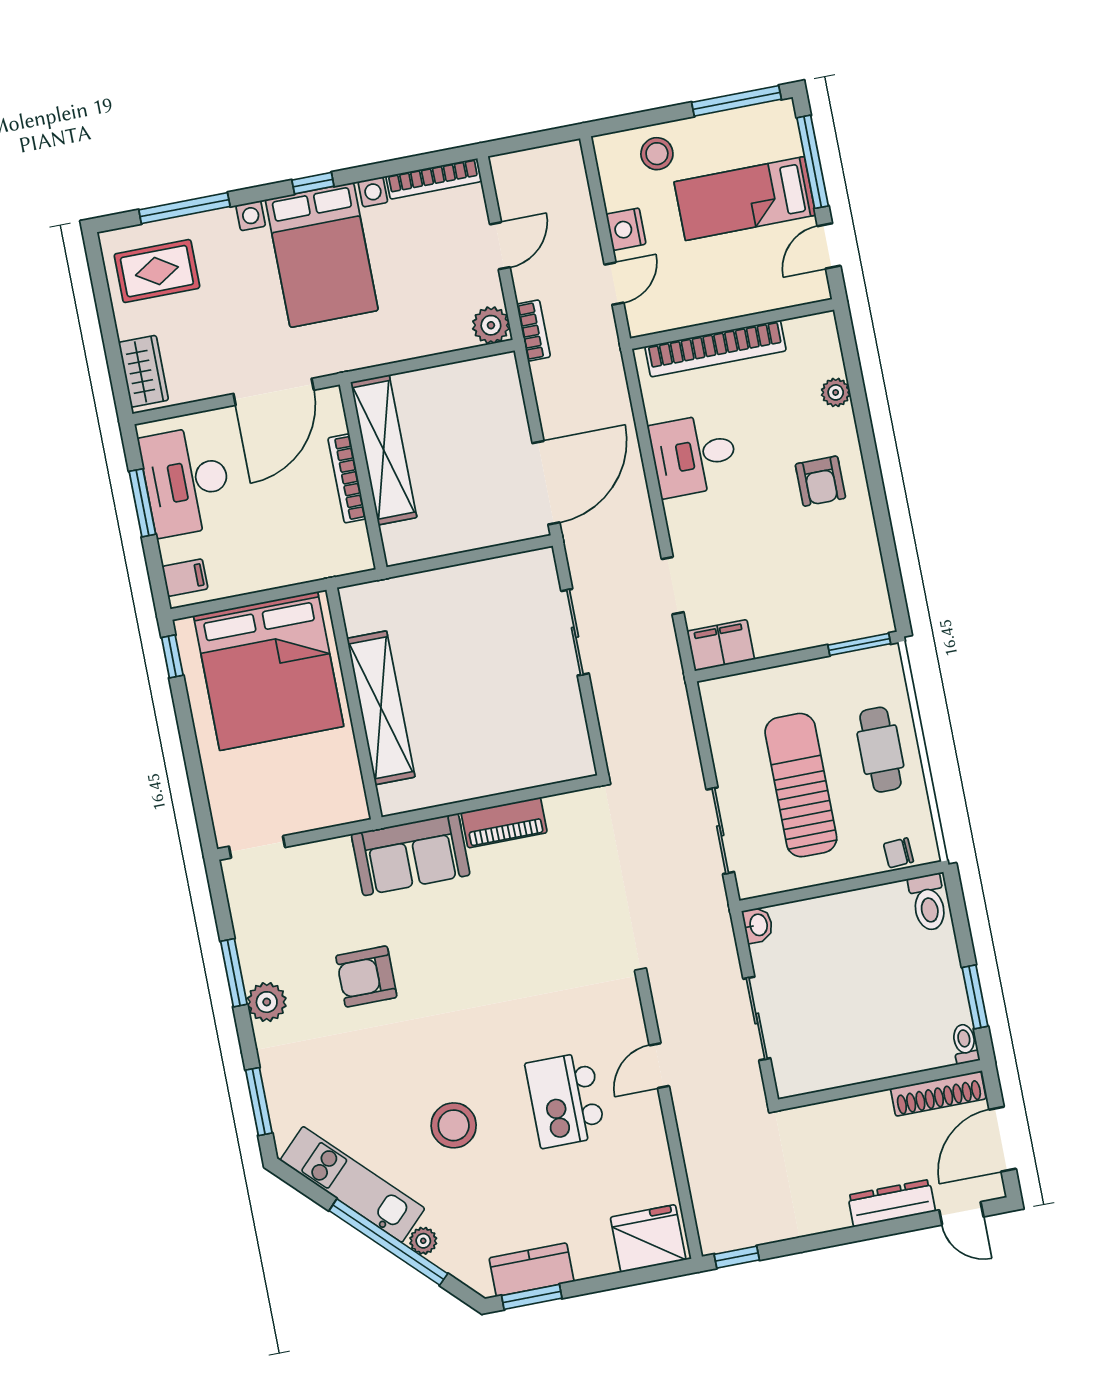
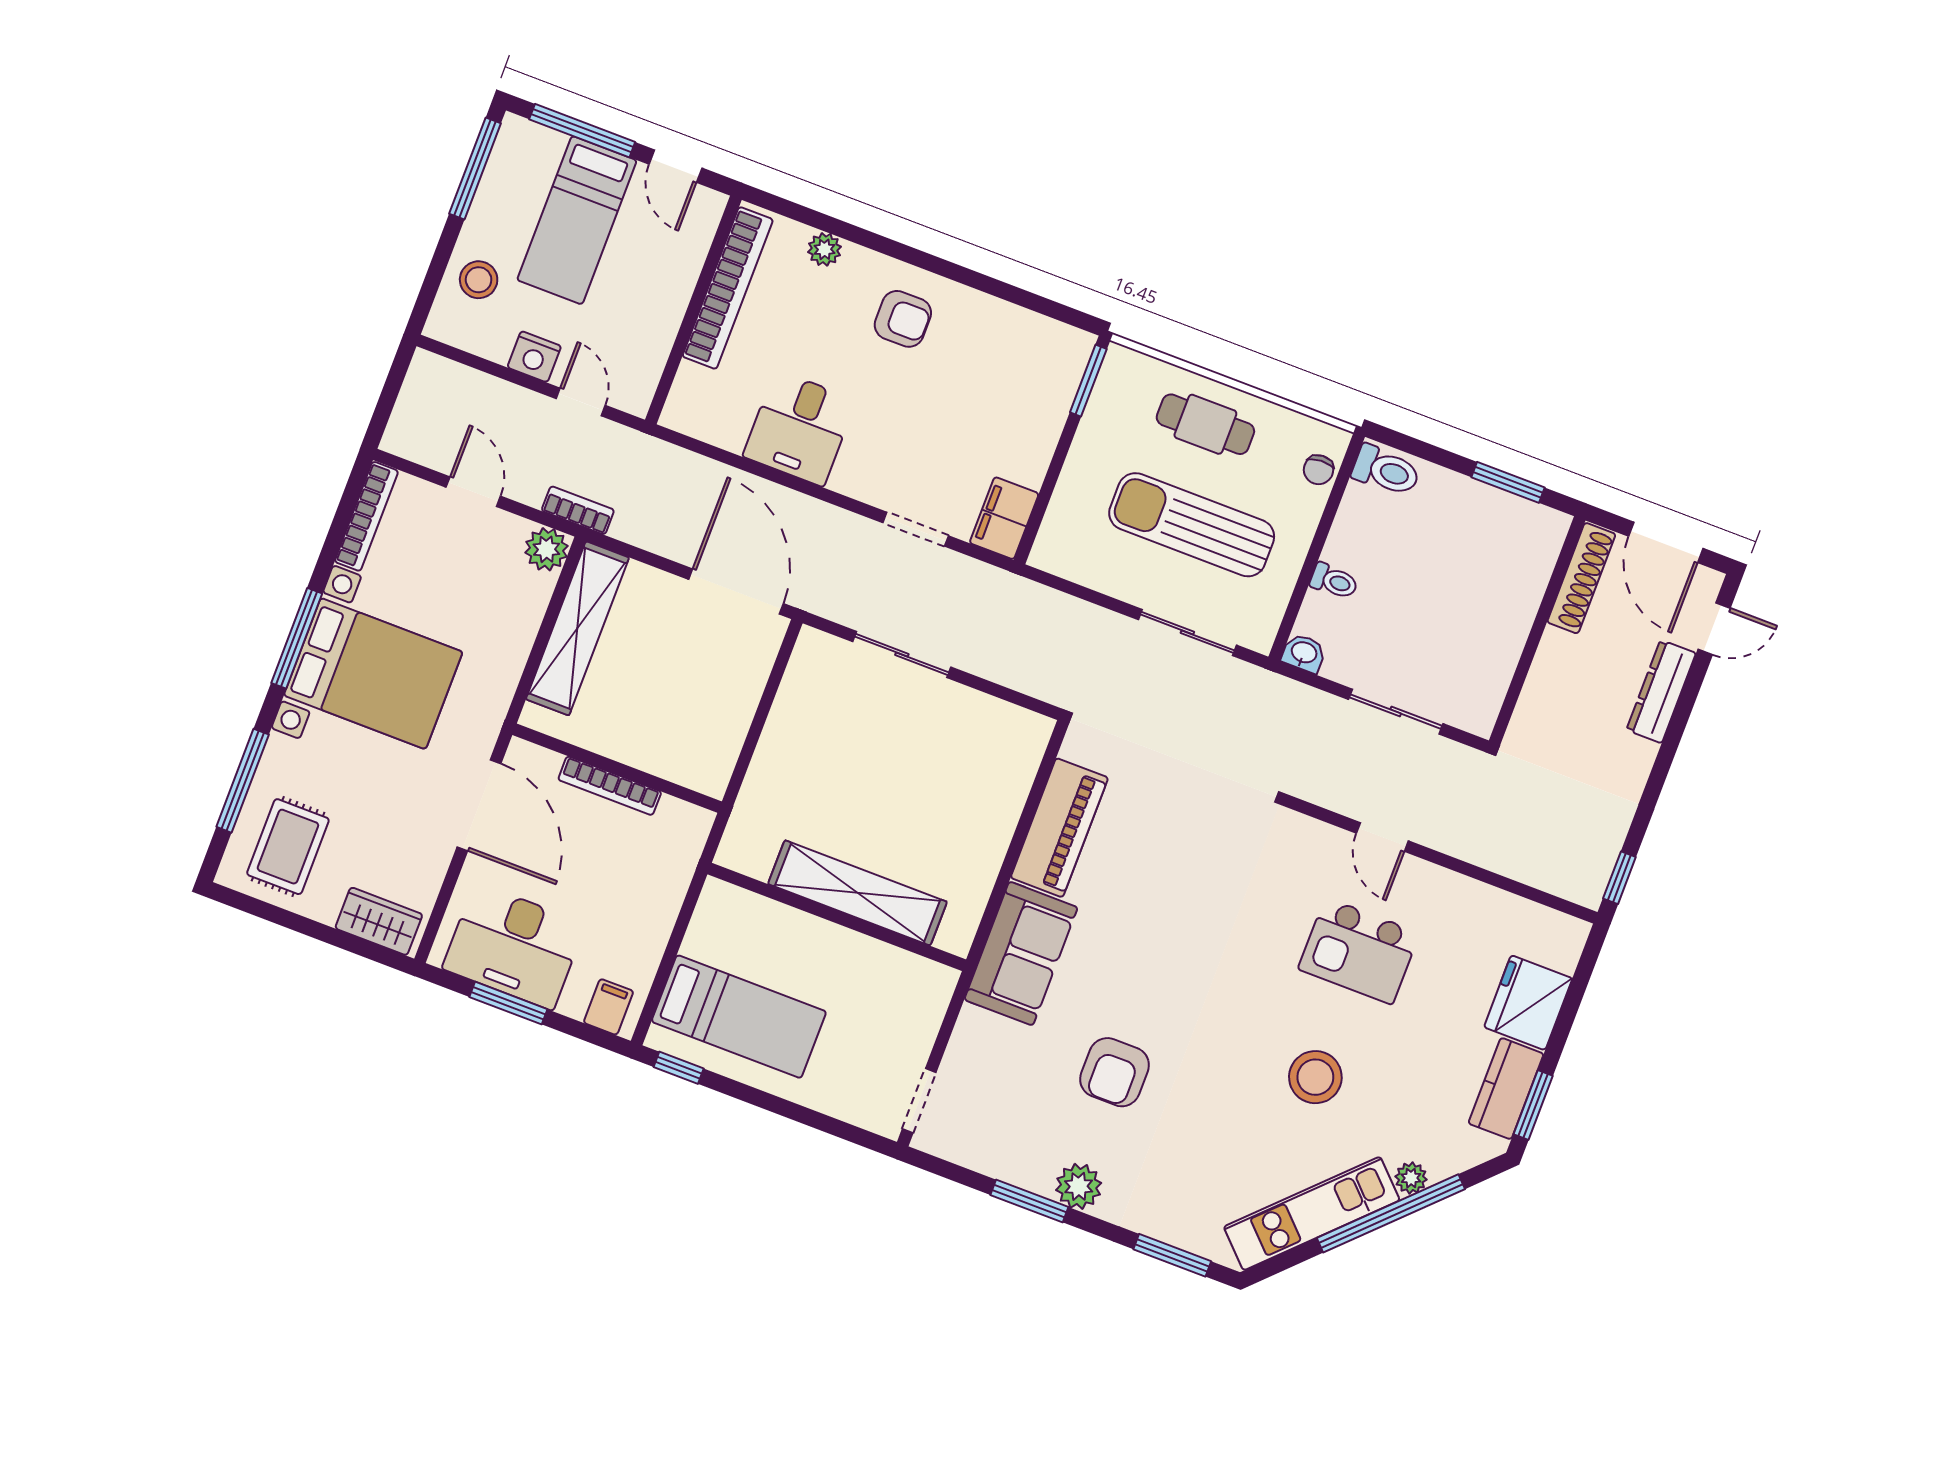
window: (313, 183) -> (297, 638), width x2.17
bookcase: (715, 349) -> (728, 288), moved
shelving: (384, 450) -> (577, 628), moved, turned 90
bed: (269, 671) -> (739, 1017), width x0.49
piano: (504, 823) -> (1059, 828), width x1.37, depth x1.33
toilet: (965, 1044) -> (1334, 581), moved, turned 180
fridge: (648, 1238) -> (1528, 1003), moved

